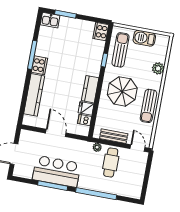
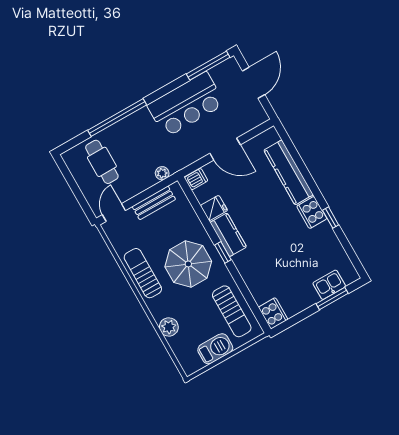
kitchen sink: (50, 20) -> (329, 285), moved
window: (32, 55) -> (331, 218), width x0.46
window: (104, 60) -> (223, 252), moved
dishwasher: (85, 120) -> (196, 179), moved
door: (137, 148) -> (114, 213), swing flipped
cafe table: (111, 162) -> (102, 162), moved
window: (53, 186) -> (208, 66), moved

